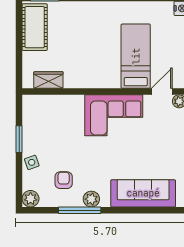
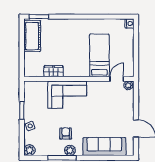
wardrobe: (48, 80) -> (54, 71), moved
corner sofa: (114, 115) -> (67, 95), moved
armchair: (64, 180) -> (66, 133), moved

